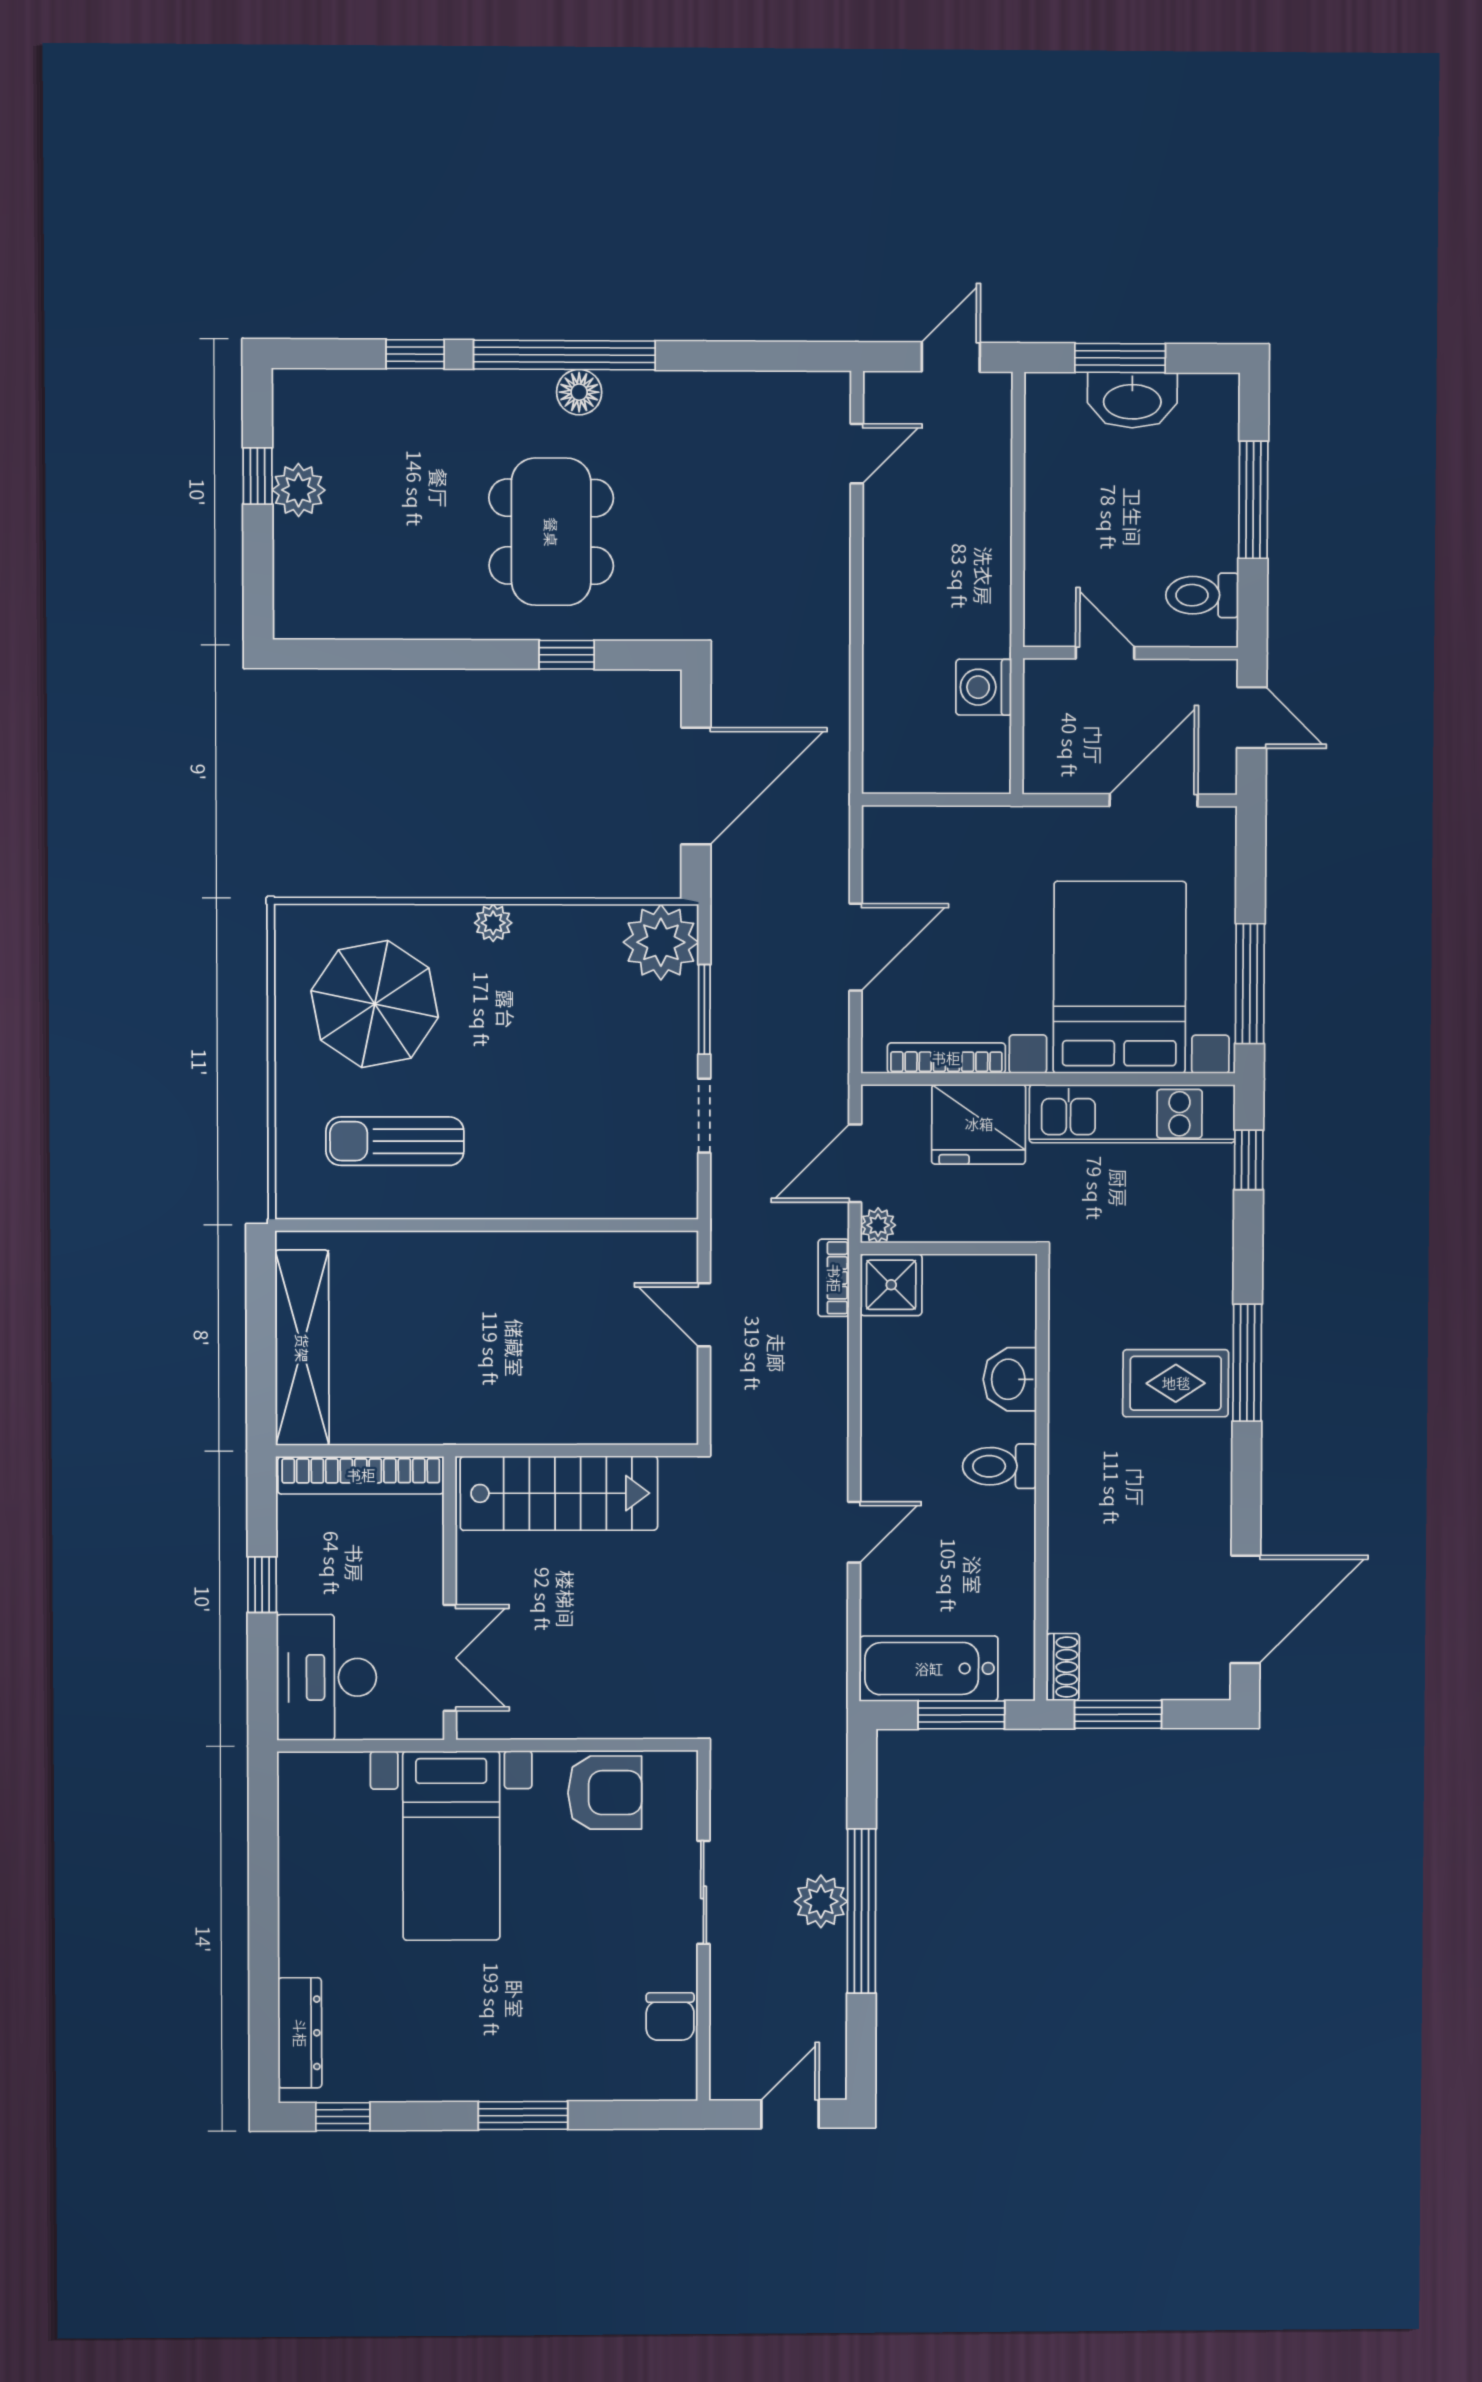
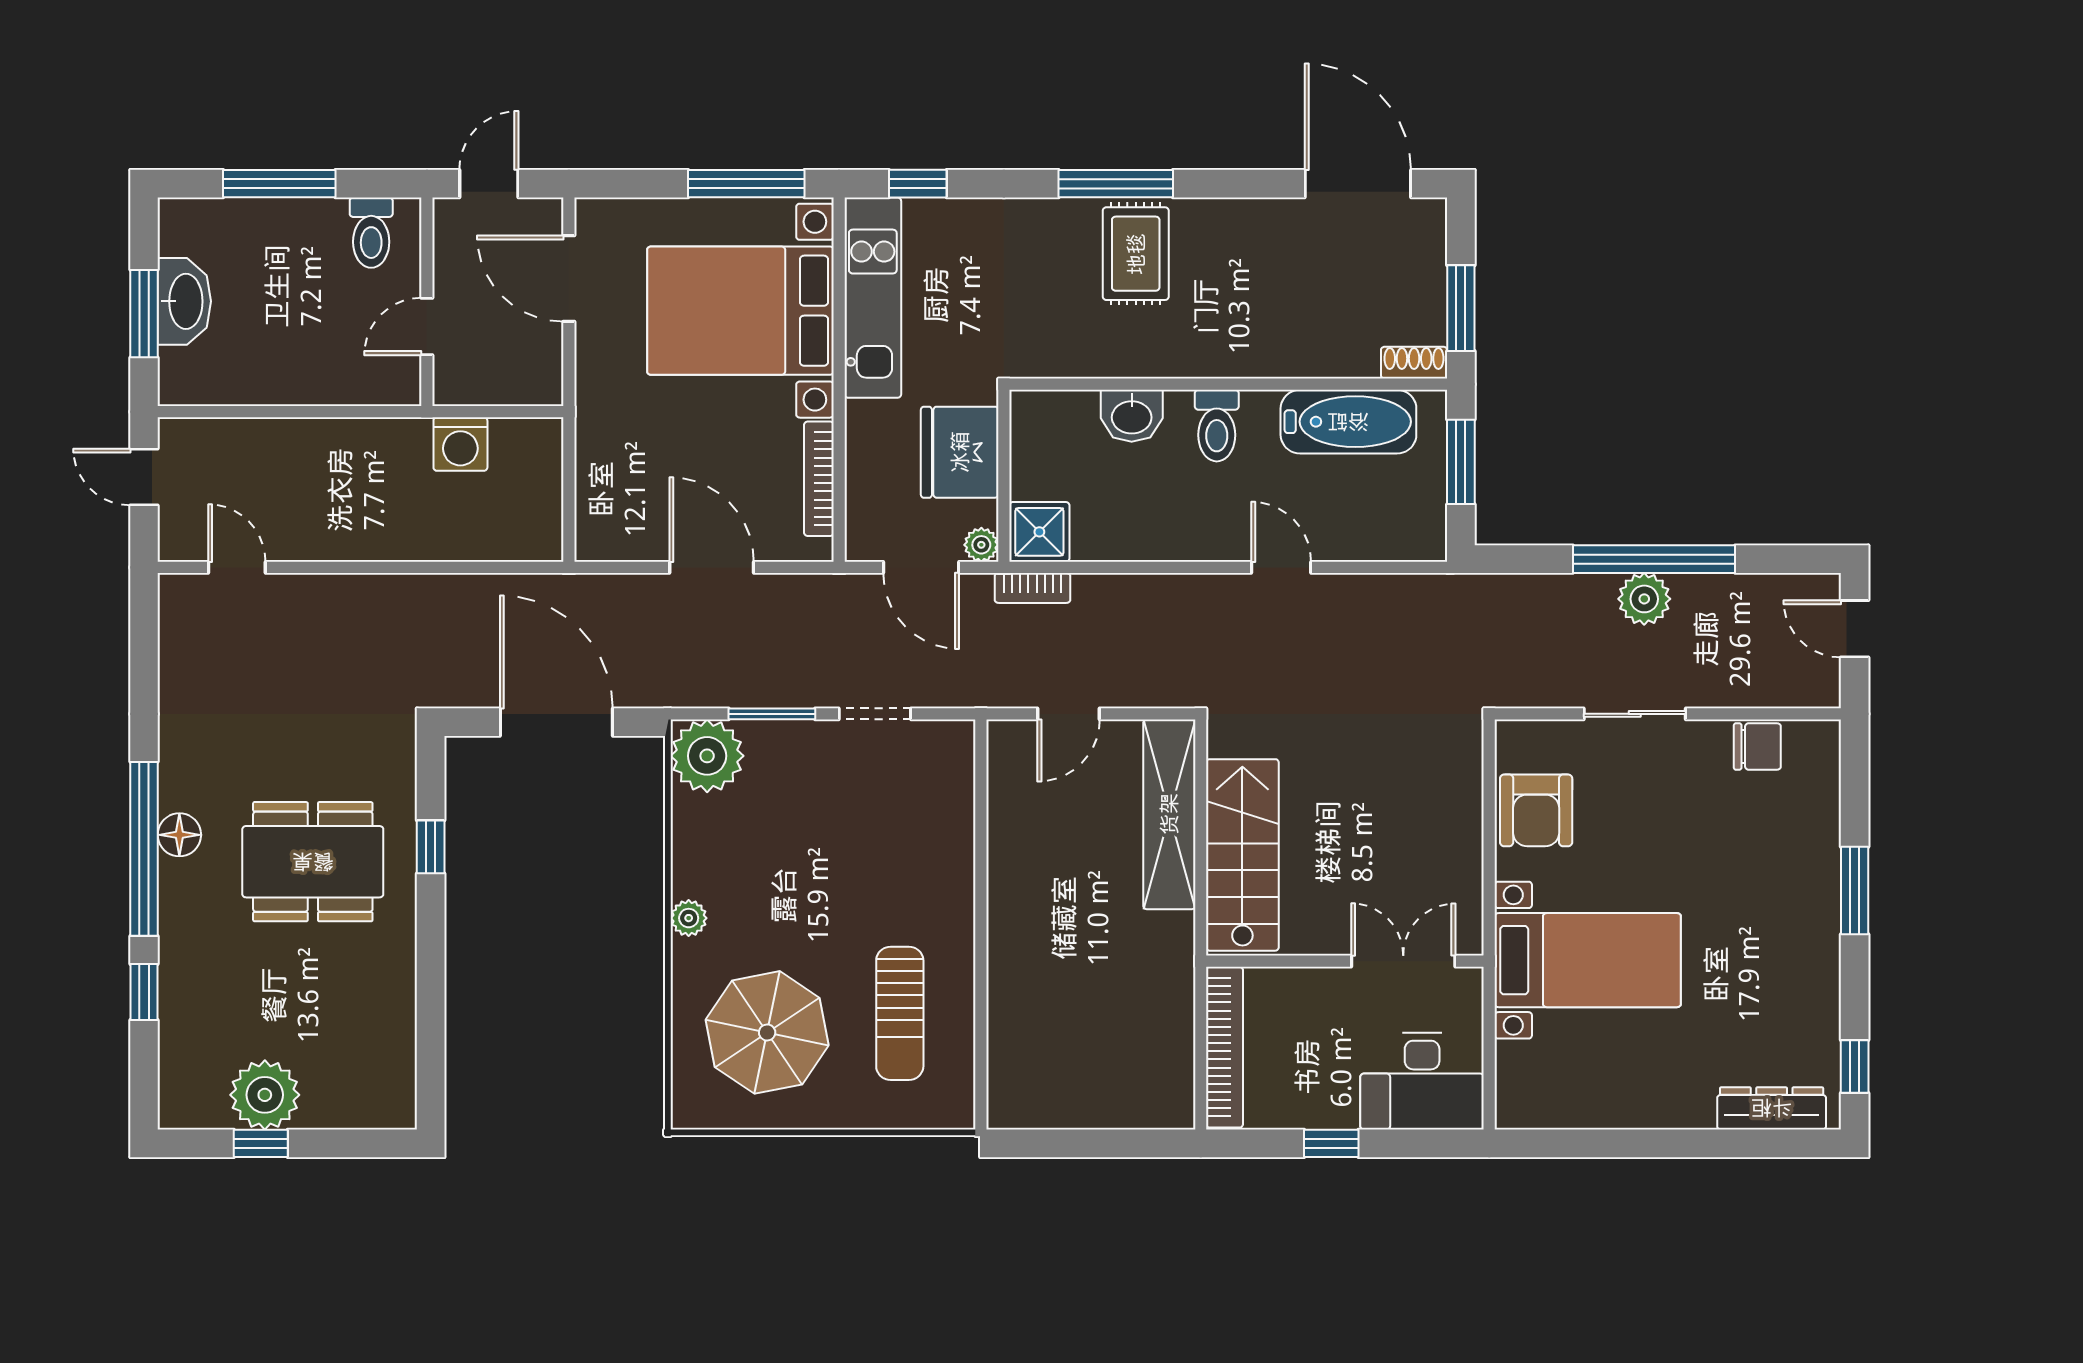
plant: (299, 490) -> (265, 1095), width x1.36, depth x1.36
fridge: (979, 1124) -> (960, 452), moved, turned 180
shelving: (302, 1348) -> (1169, 814), moved, turned 90
bathtub: (929, 1669) -> (1348, 422), moved, turned -90
armchair: (605, 1793) -> (1536, 810), turned 180

